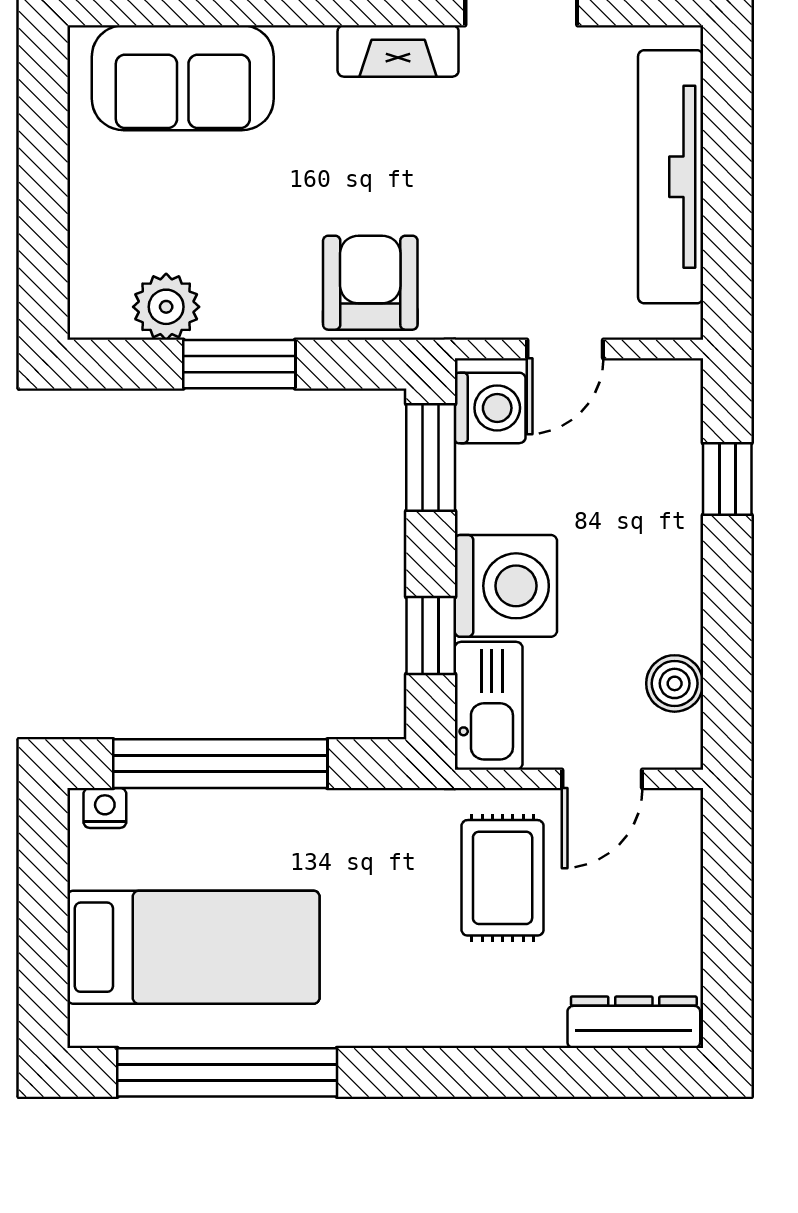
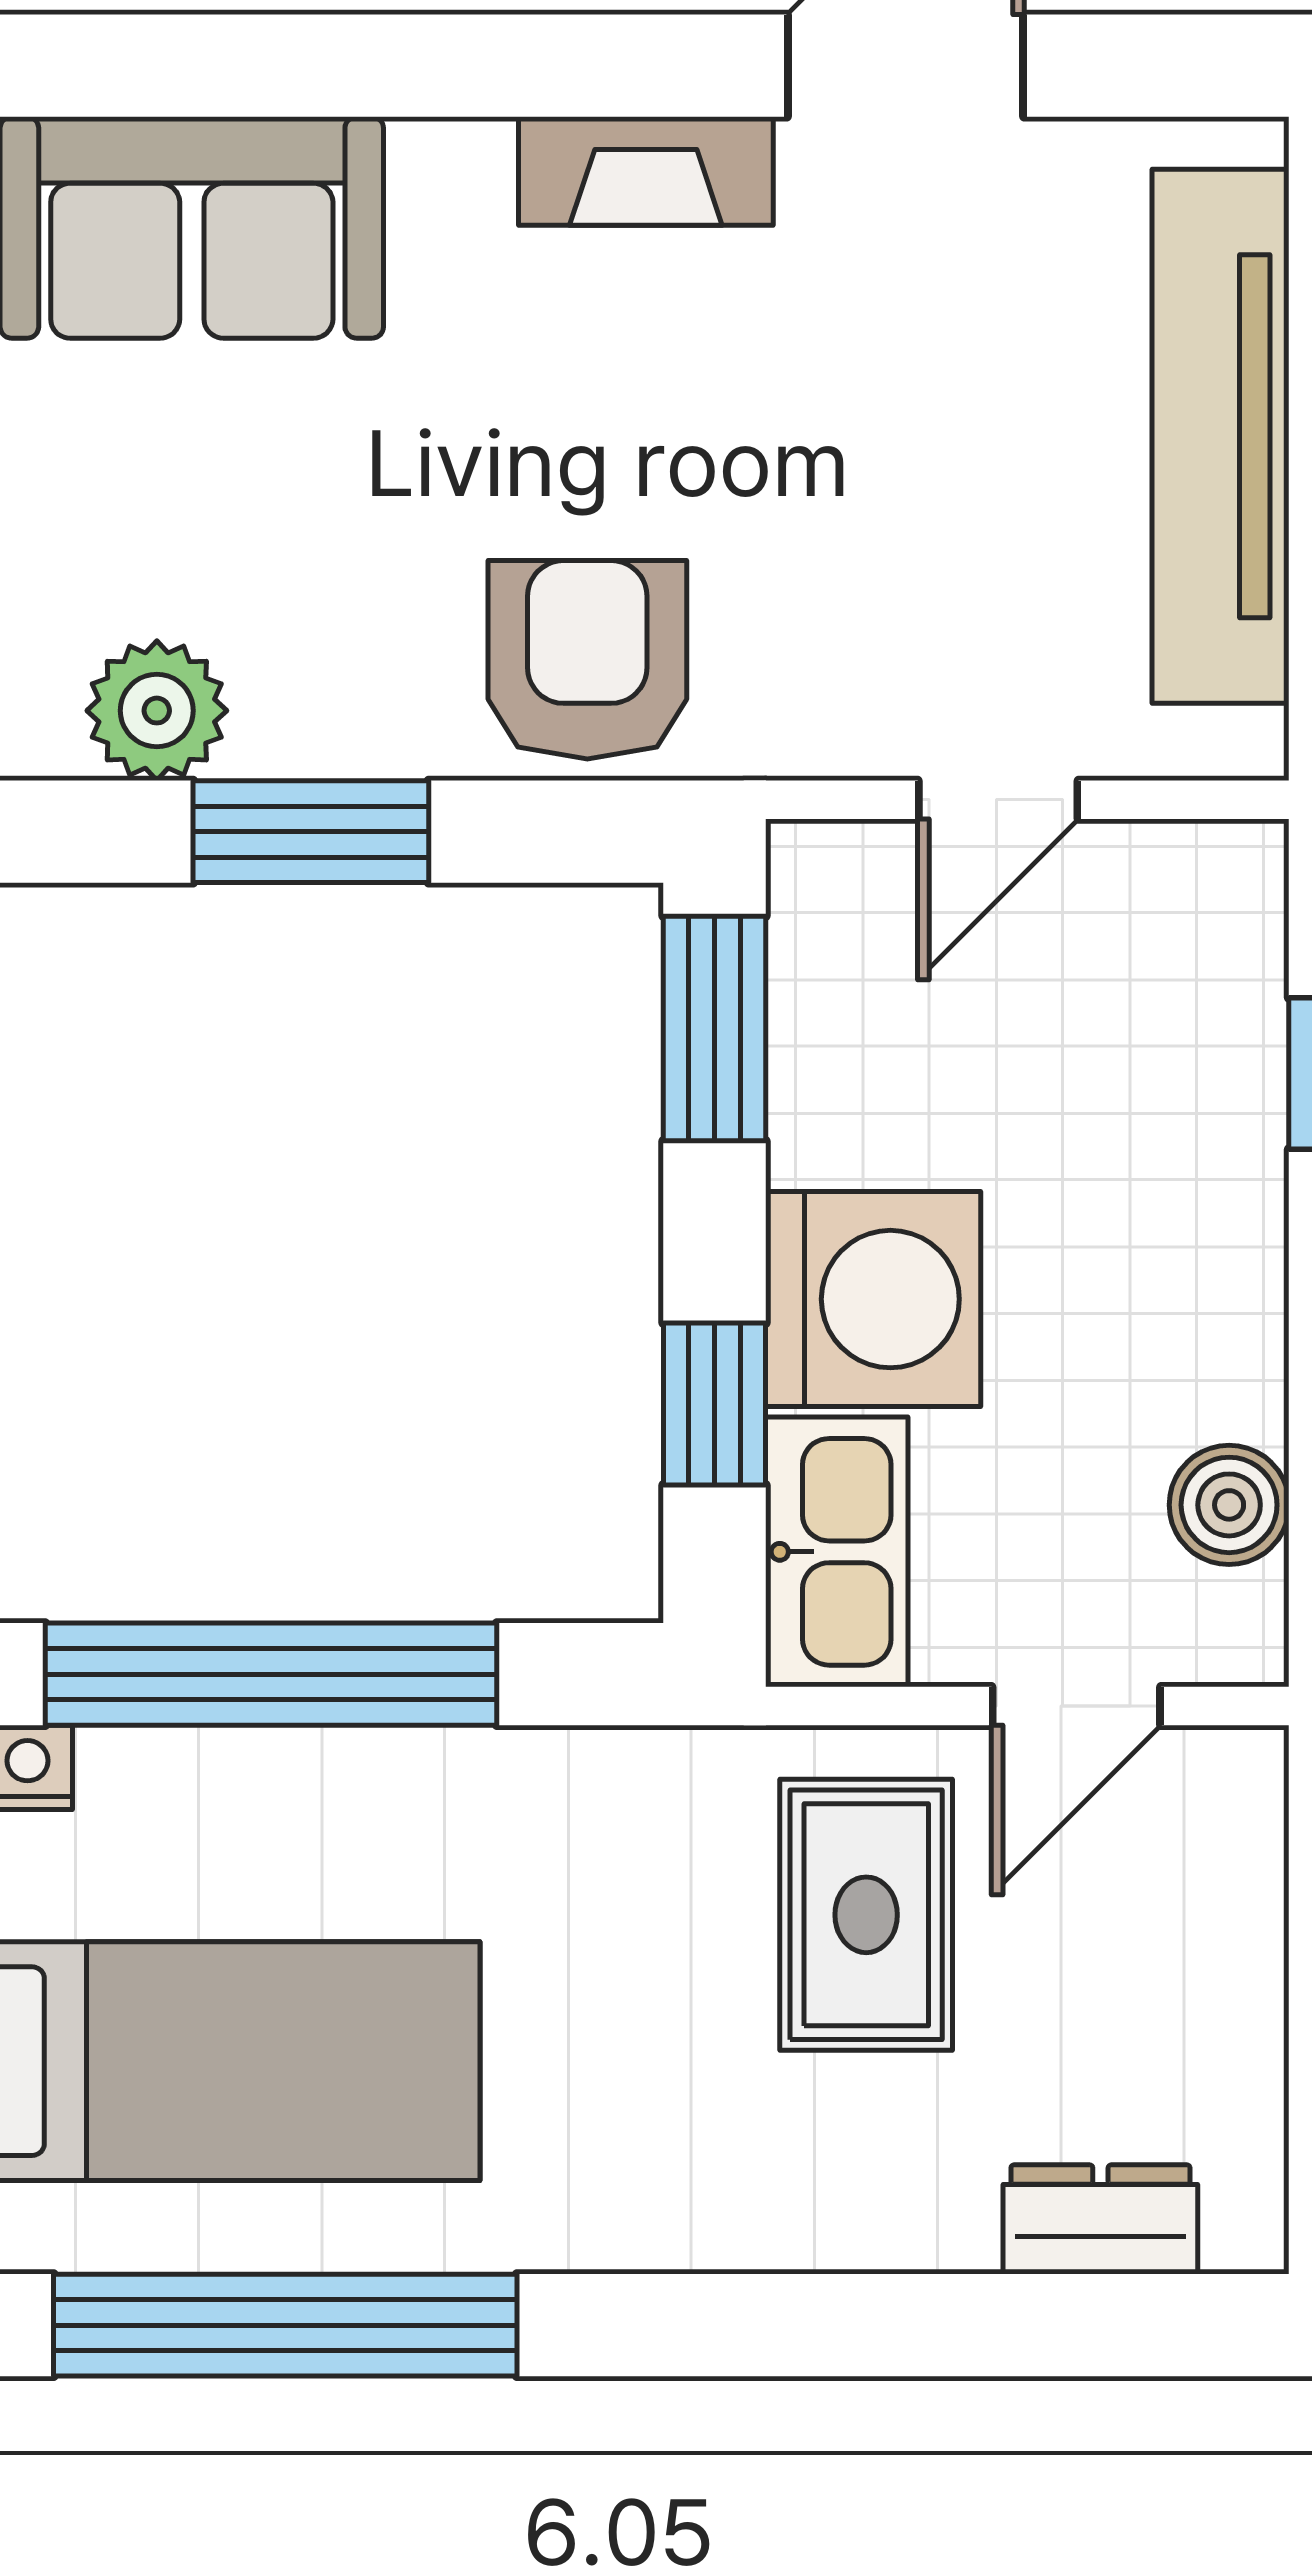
washing machine: (490, 408) -> (840, 924), removed
dresser: (634, 1022) -> (1100, 2219), width x0.70

